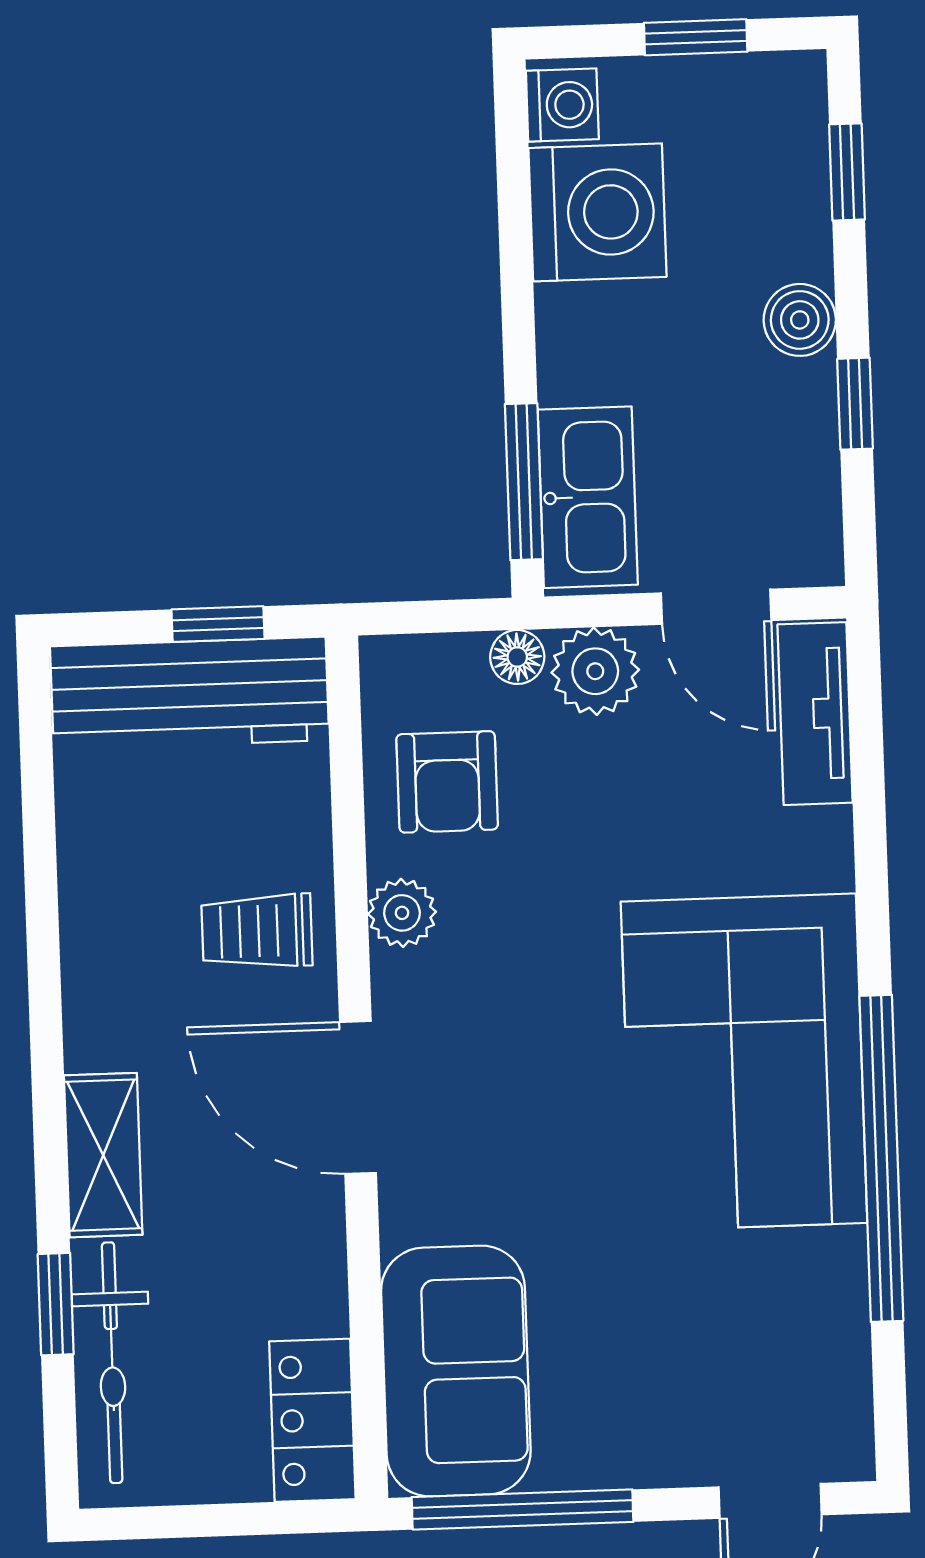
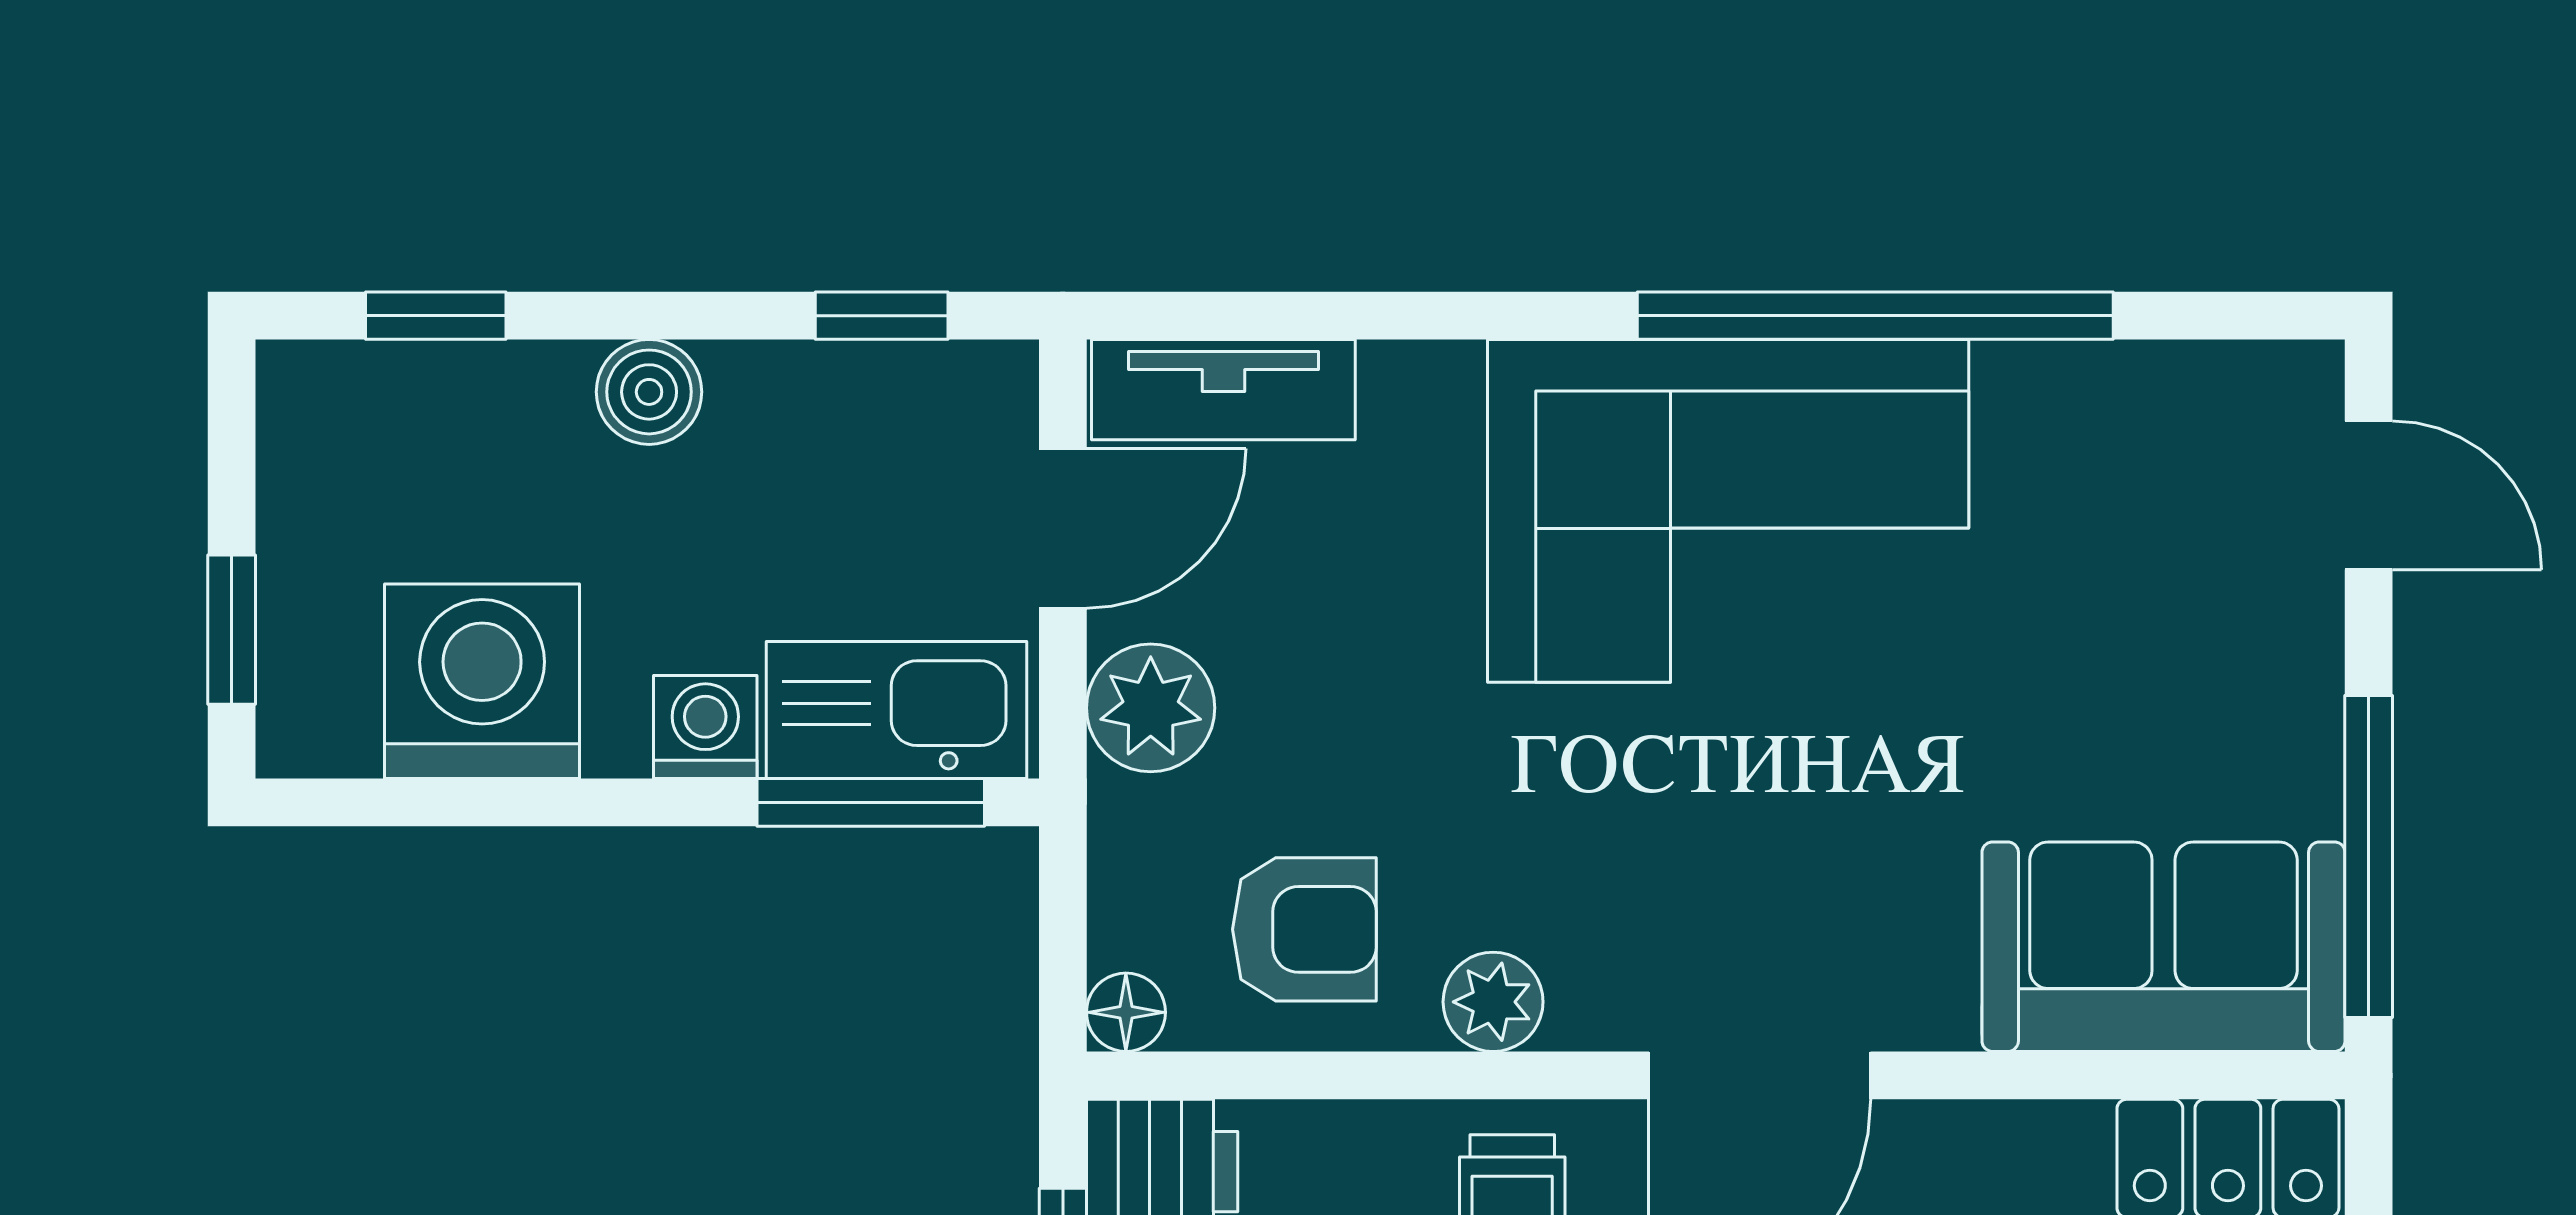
window: (696, 37) -> (232, 630), moved
washing machine: (562, 105) -> (705, 727), moved
window: (855, 404) -> (882, 316), moved
floor lamp: (517, 657) -> (1126, 1012), moved

